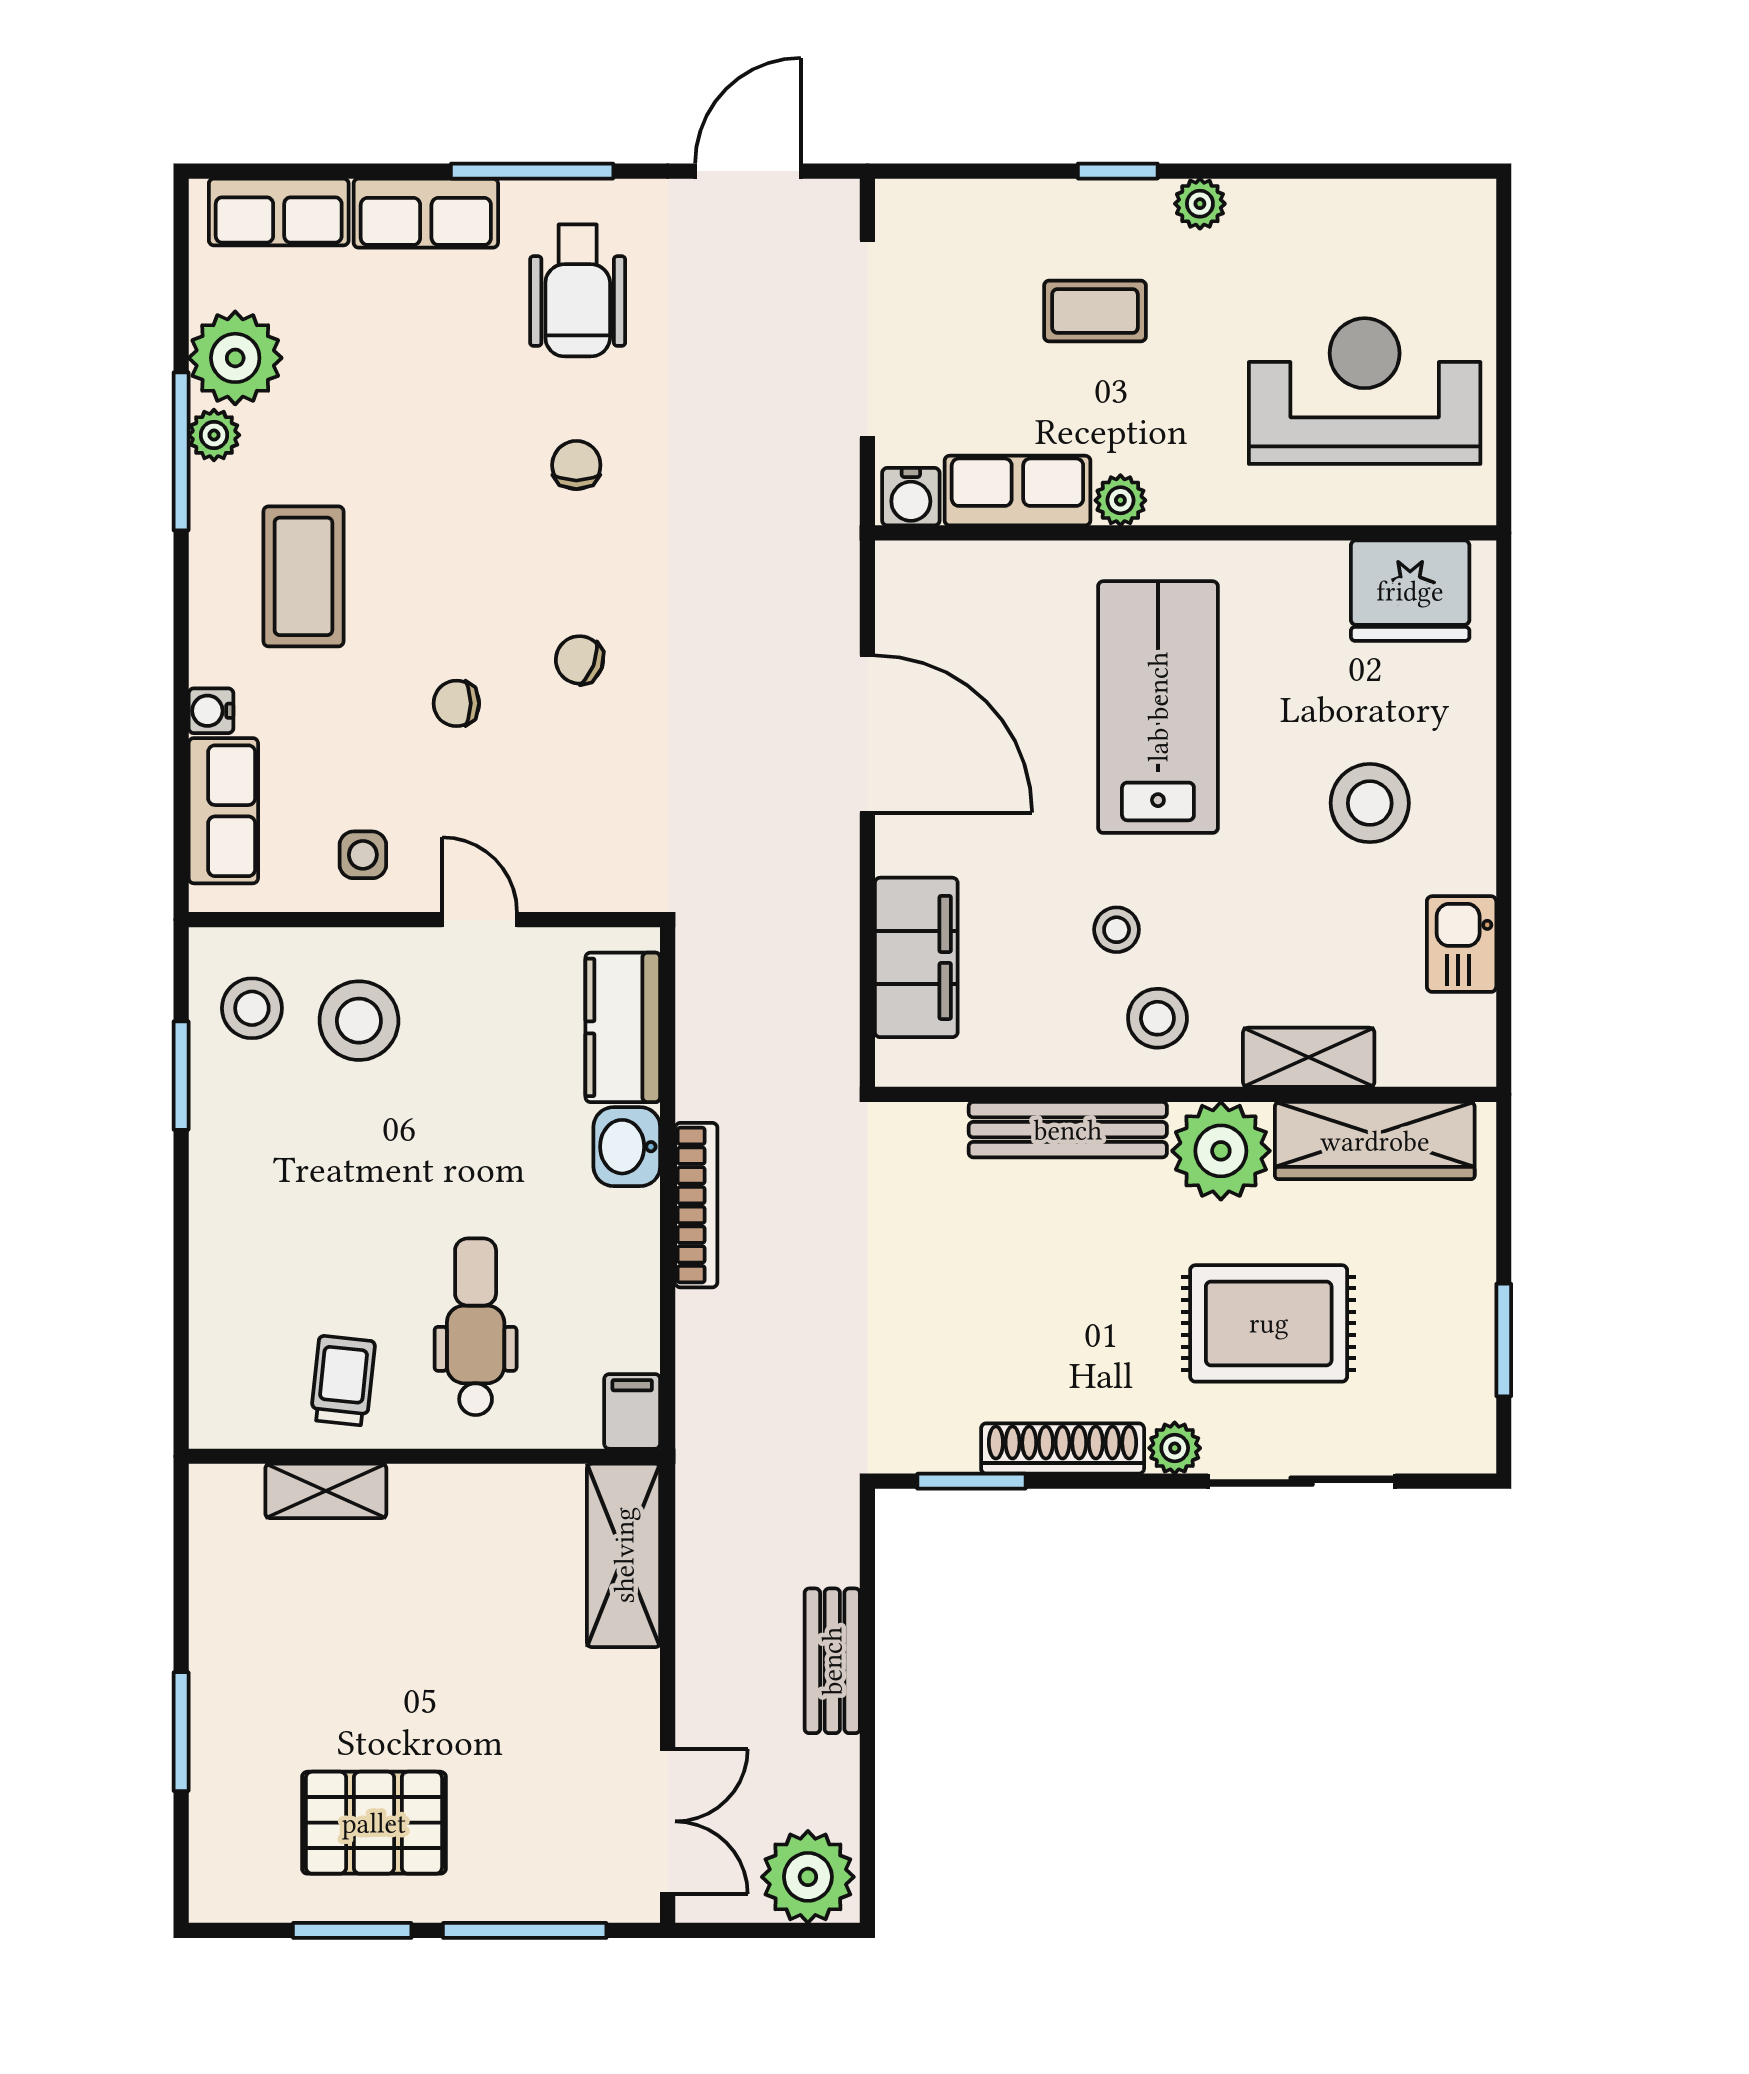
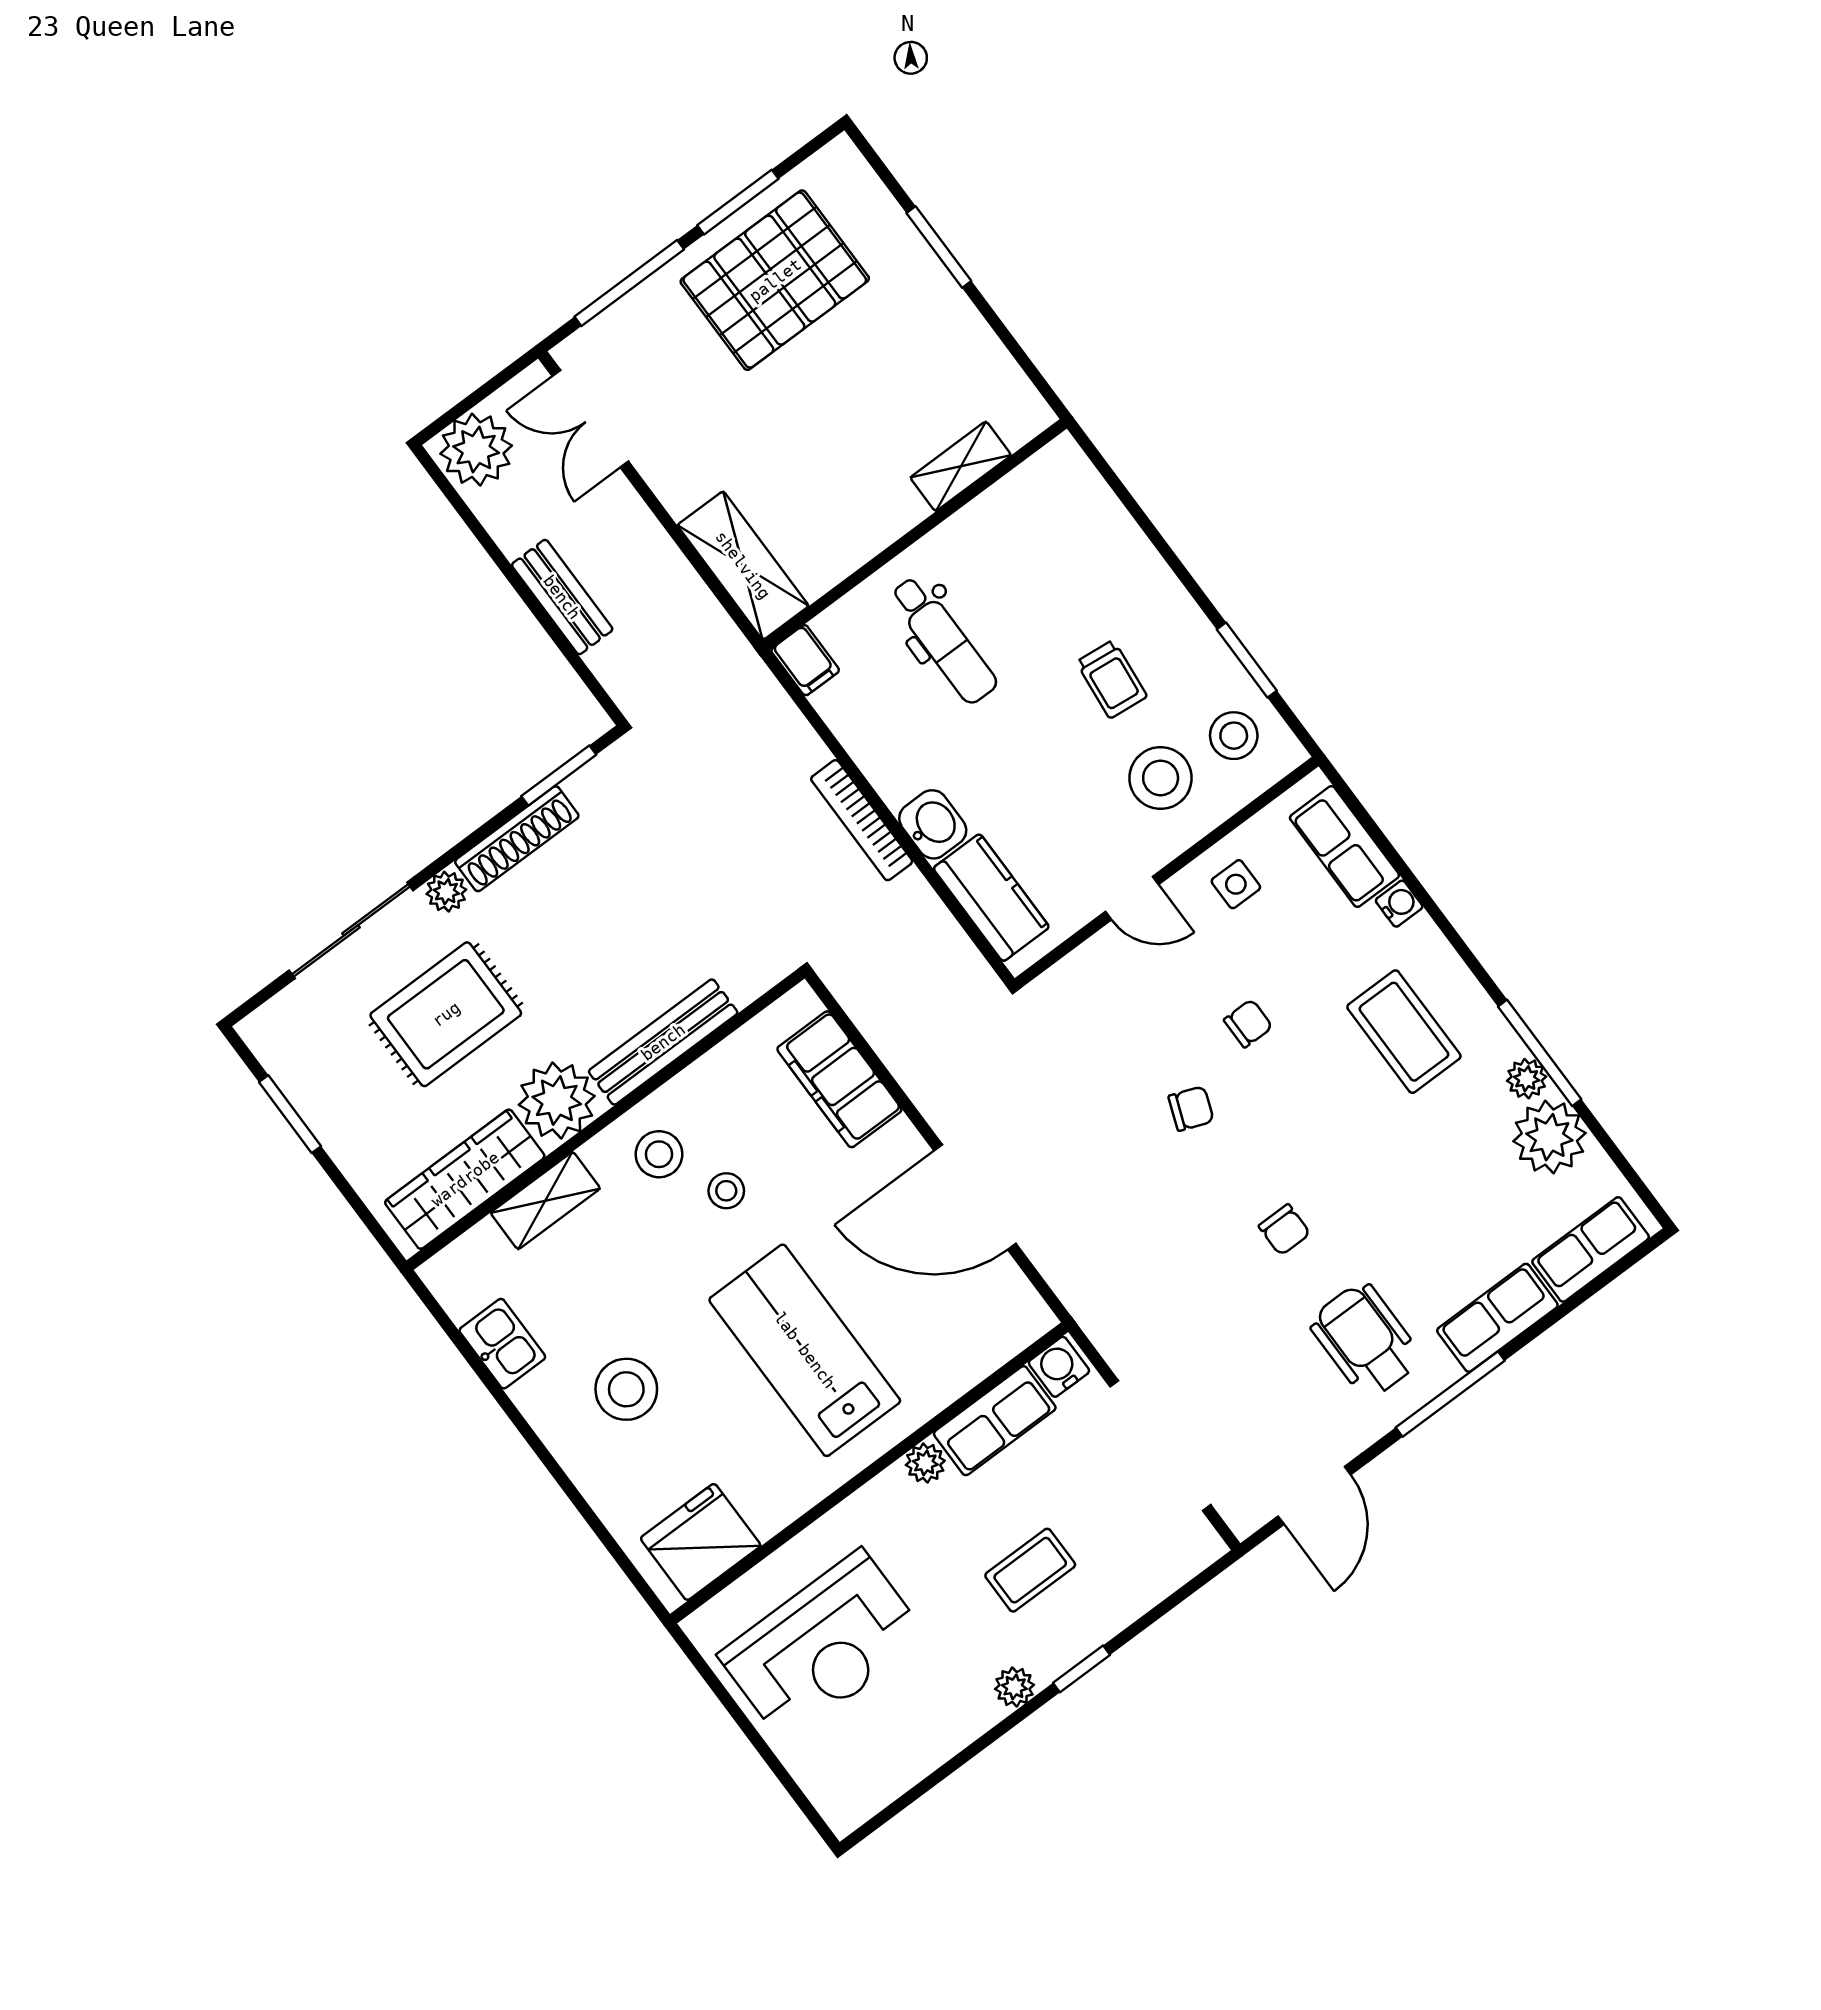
lab bench: (1158, 707) -> (805, 1350), turned 180
trolley: (343, 1381) -> (1112, 679), moved
pallet: (374, 1823) -> (775, 280), width x1.37, depth x1.41

